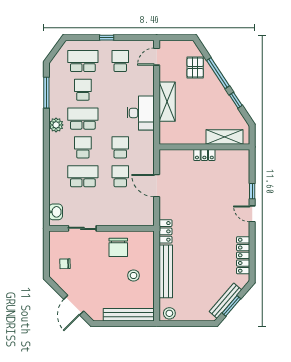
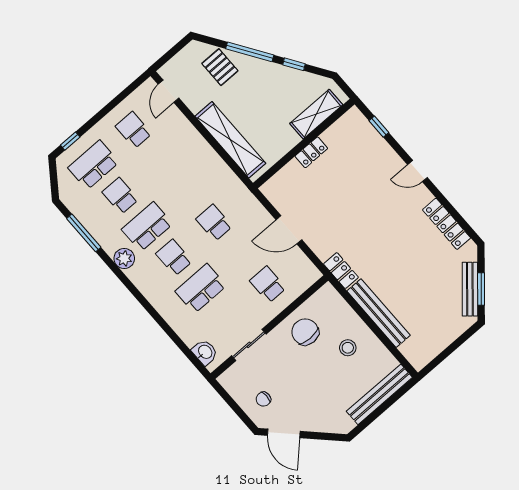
window: (107, 38) -> (70, 141), moved
shelving: (167, 102) -> (230, 140), width x1.47
desk: (141, 113) -> (204, 167), removed
school desk: (120, 176) -> (268, 284), moved
window: (252, 191) -> (379, 127), moved
chair: (118, 247) -> (305, 332), turned 180
door: (74, 305) -> (284, 433), moved
stool: (169, 313) -> (422, 355), removed

